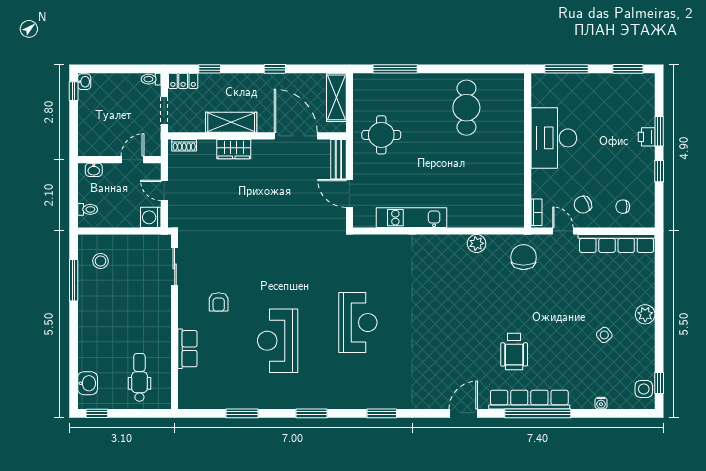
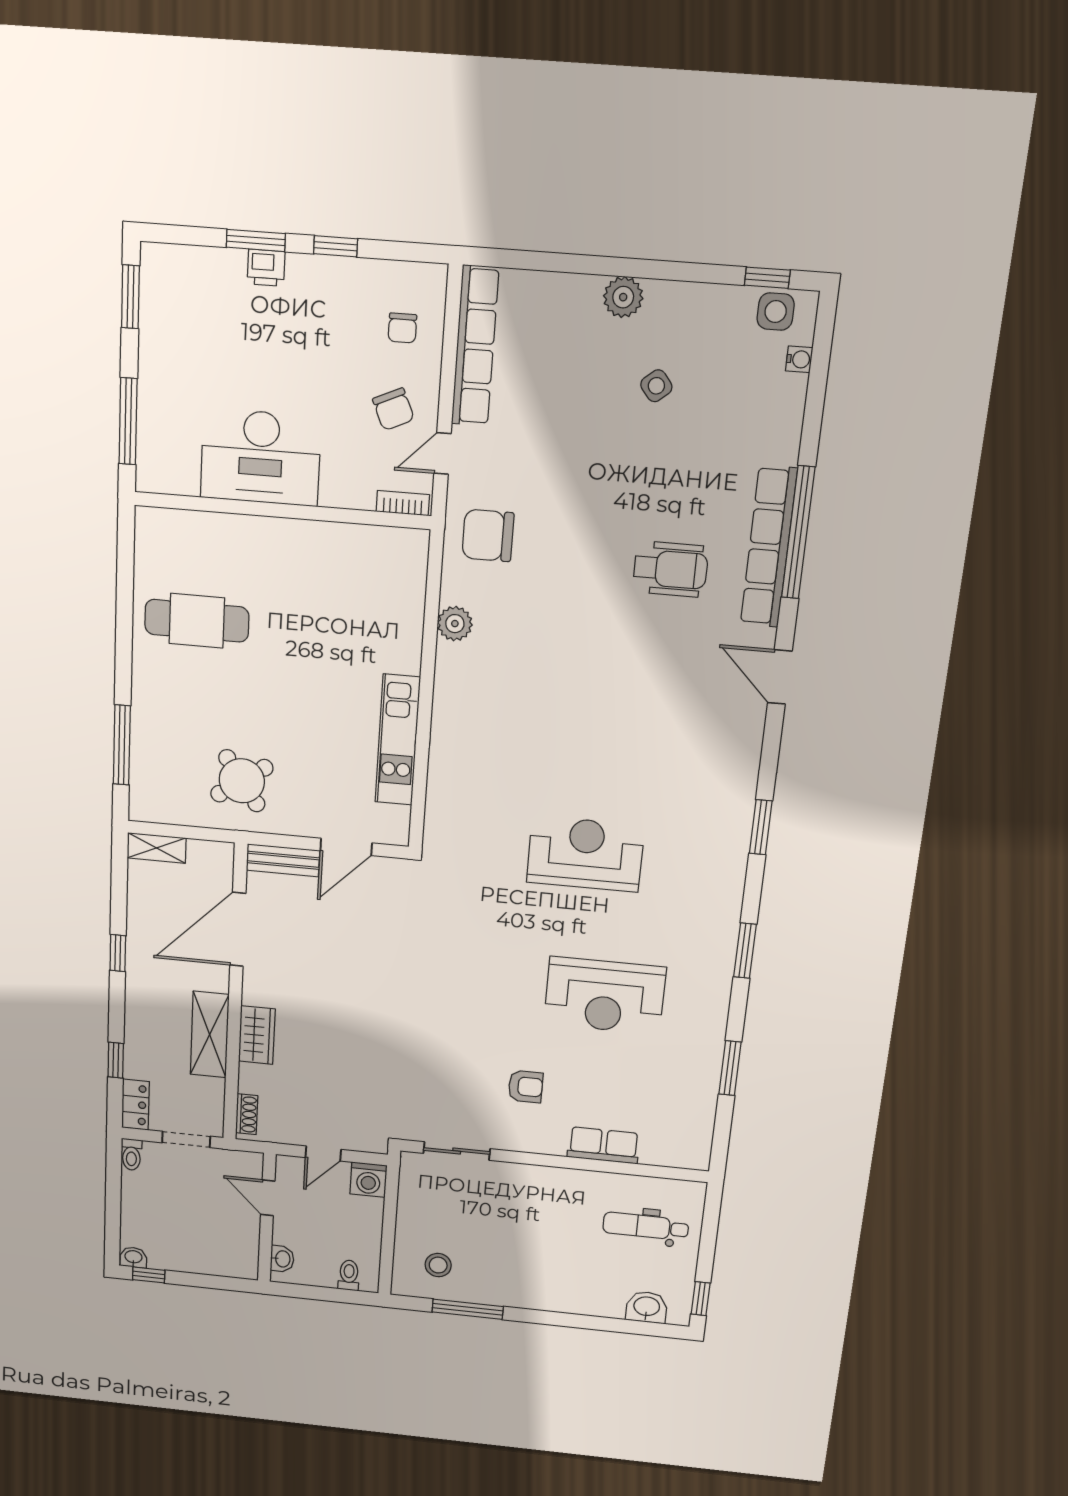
shelving: (336, 97) -> (157, 848), width x0.67, depth x0.75
round table: (381, 135) -> (242, 781), turned -35
water cooler: (601, 403) -> (799, 359), moved

